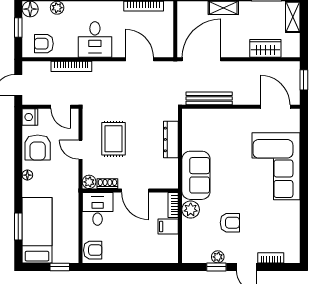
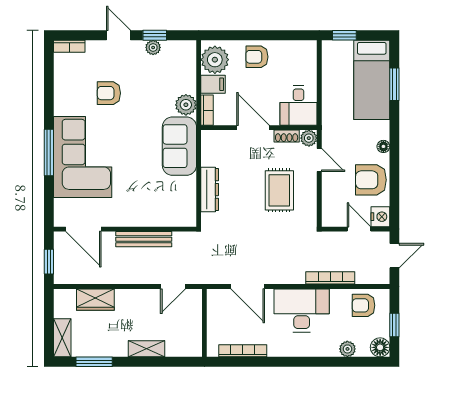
desk: (95, 40) -> (302, 310), width x1.37
armchair: (44, 44) -> (363, 305), turned 180
door: (201, 59) -> (173, 287), width x0.53
bench: (209, 98) -> (144, 239), moved
door: (61, 107) -> (359, 229), moved
armchair: (38, 147) -> (371, 180), turned -90
door: (80, 150) -> (319, 160), moved
window: (304, 170) -> (49, 152), added
armchair: (230, 223) -> (109, 93), moved
plant: (167, 247) -> (215, 60), added
armchair: (93, 250) -> (257, 57), moved
bookcase: (271, 258) -> (69, 46), moved

